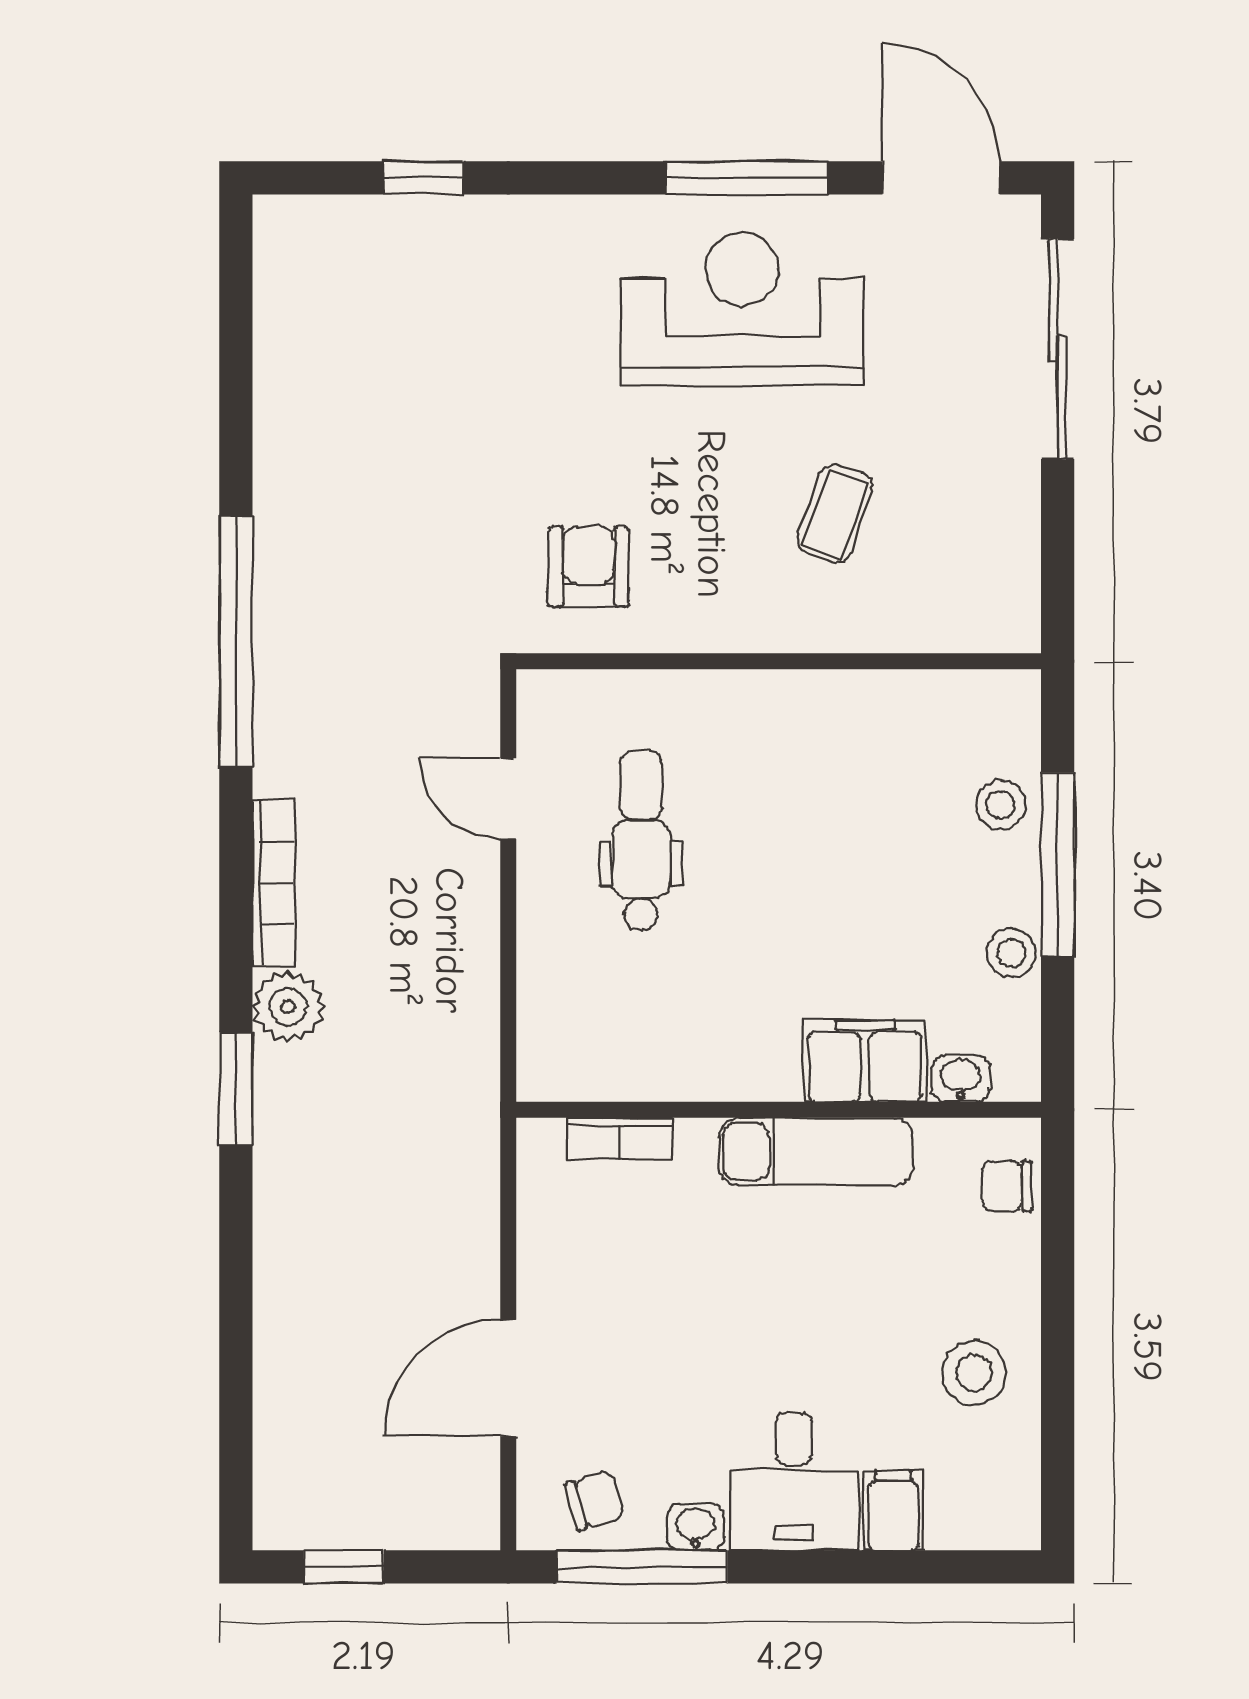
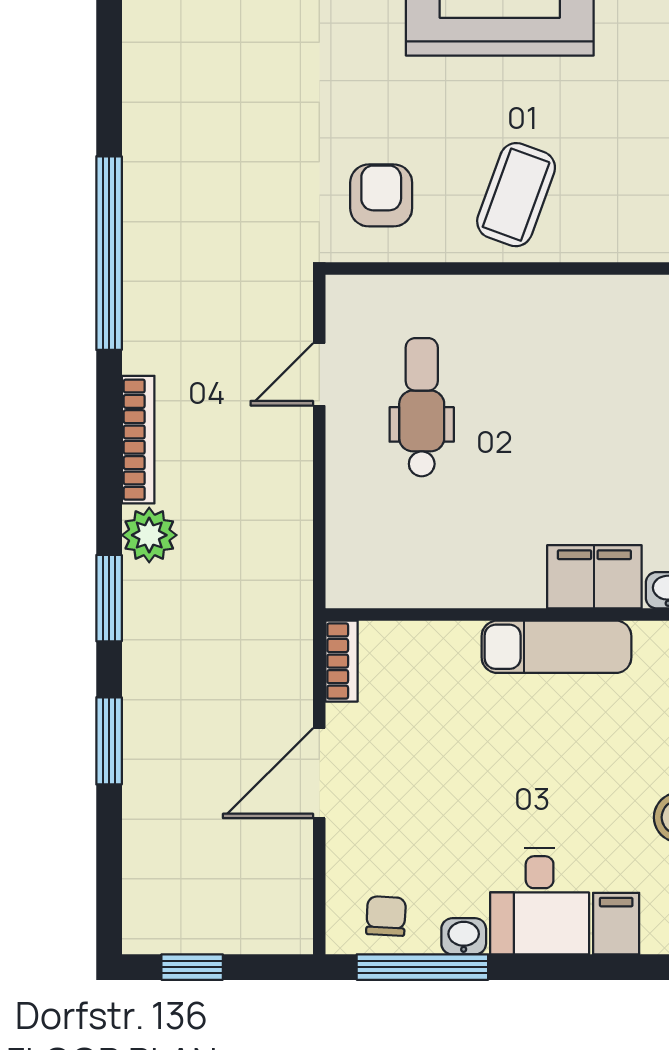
coffee table: (835, 513) -> (516, 195), moved, width x1.36, depth x1.30
door: (508, 799) -> (319, 374), hinge flipped
bookcase: (619, 1139) -> (342, 661), moved, turned -90
window: (236, 1274) -> (109, 741), added
door: (508, 1378) -> (319, 773), moved
chair: (595, 1501) -> (386, 916), turned -72

